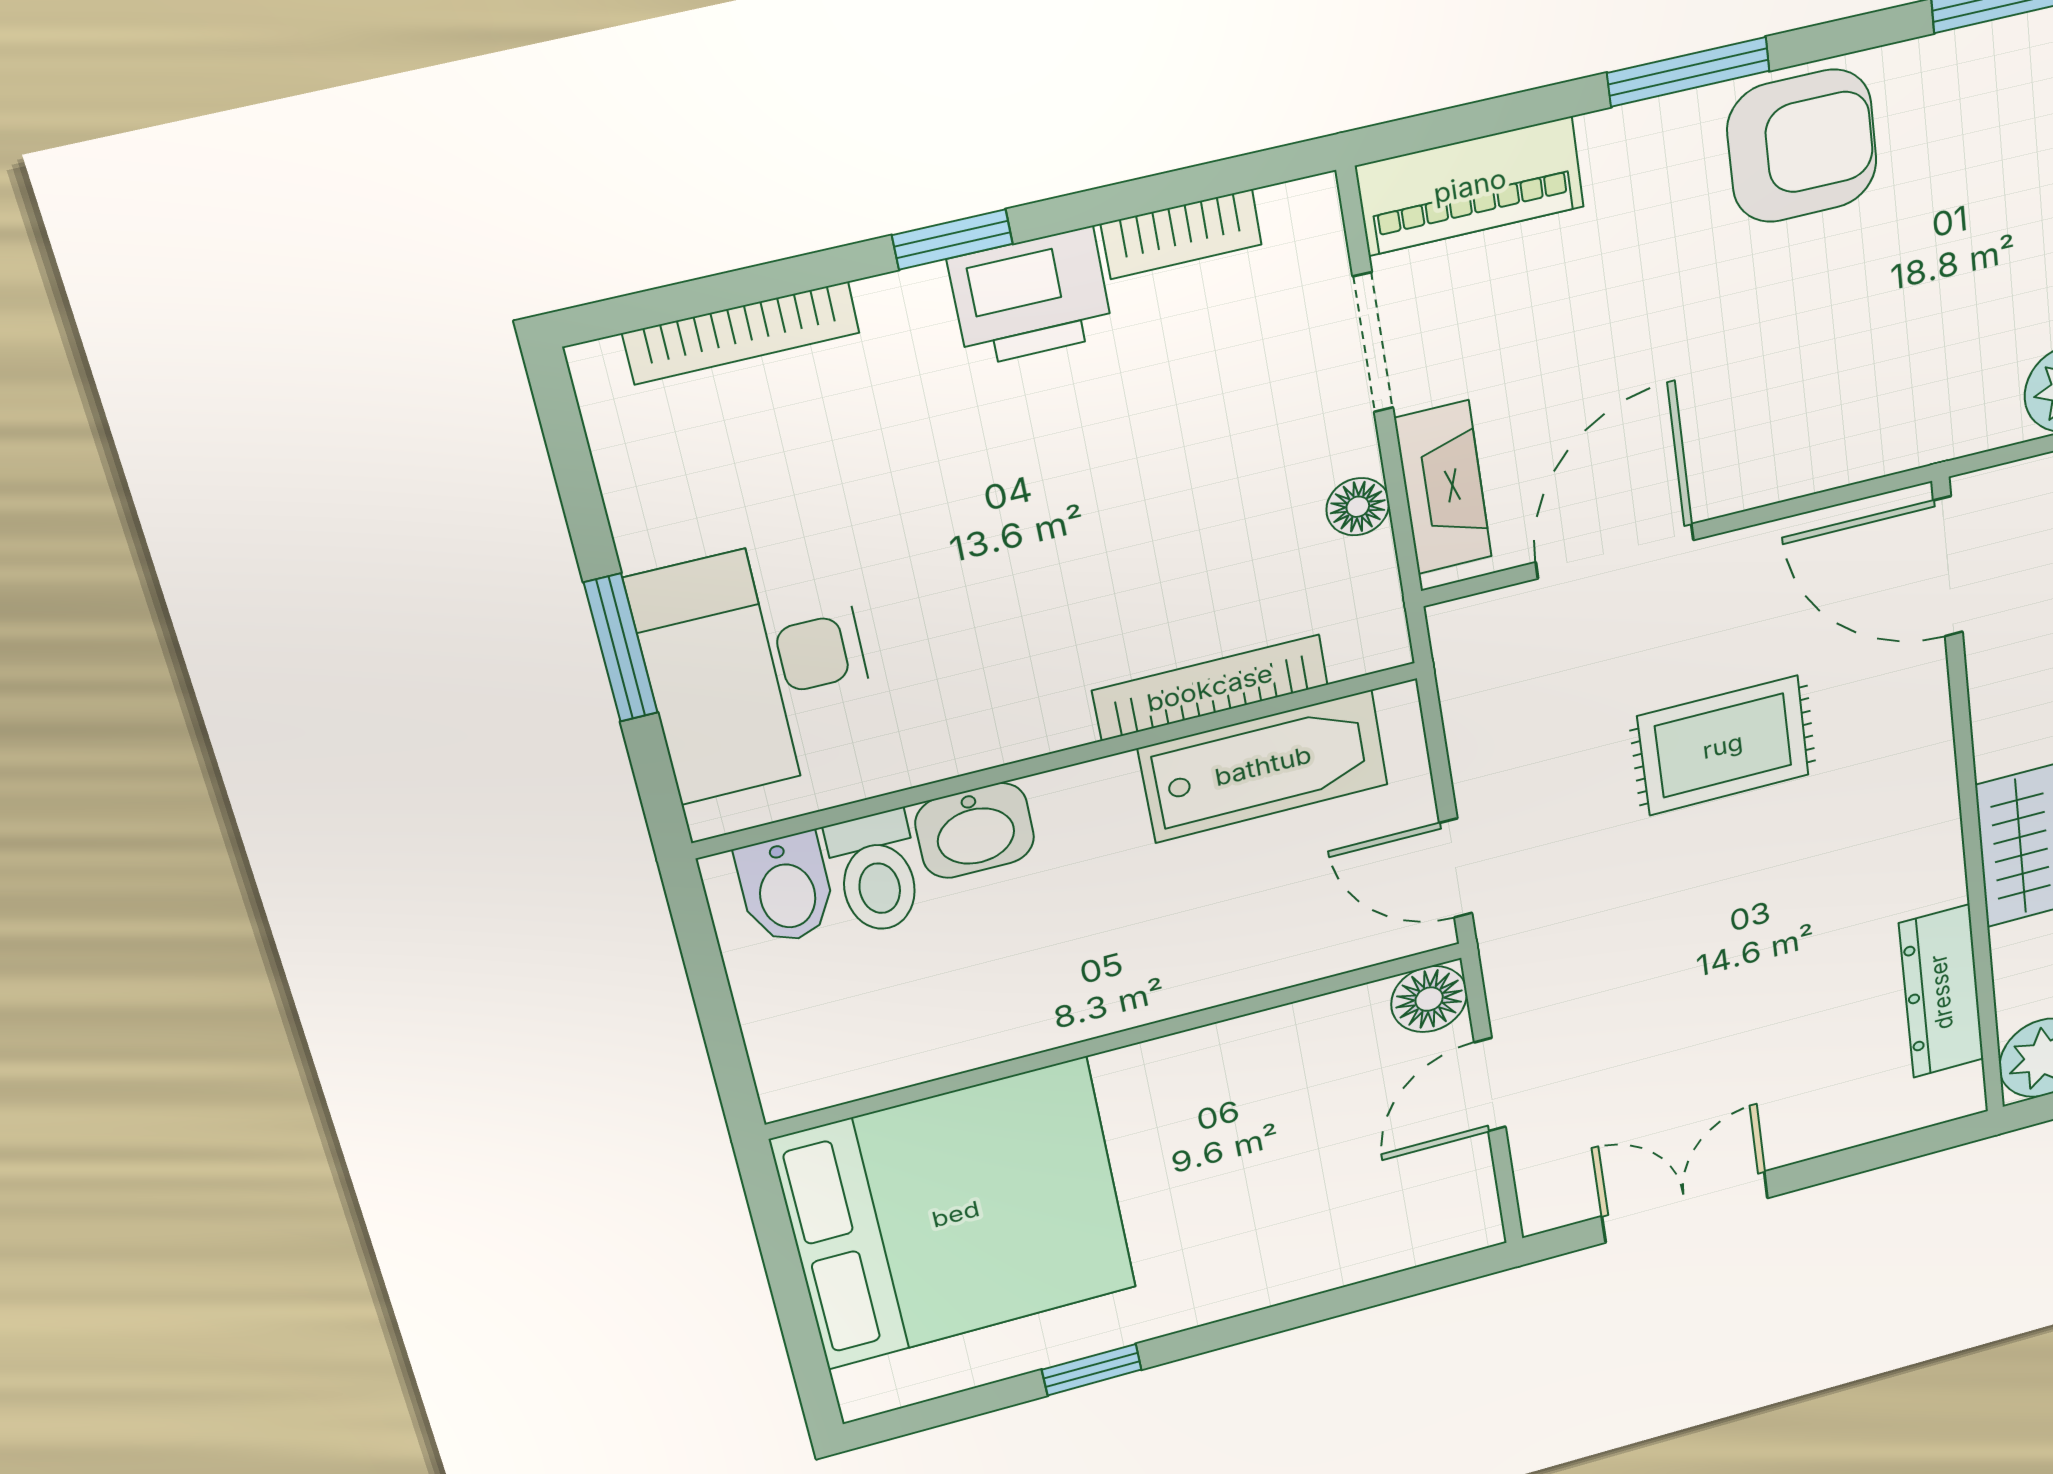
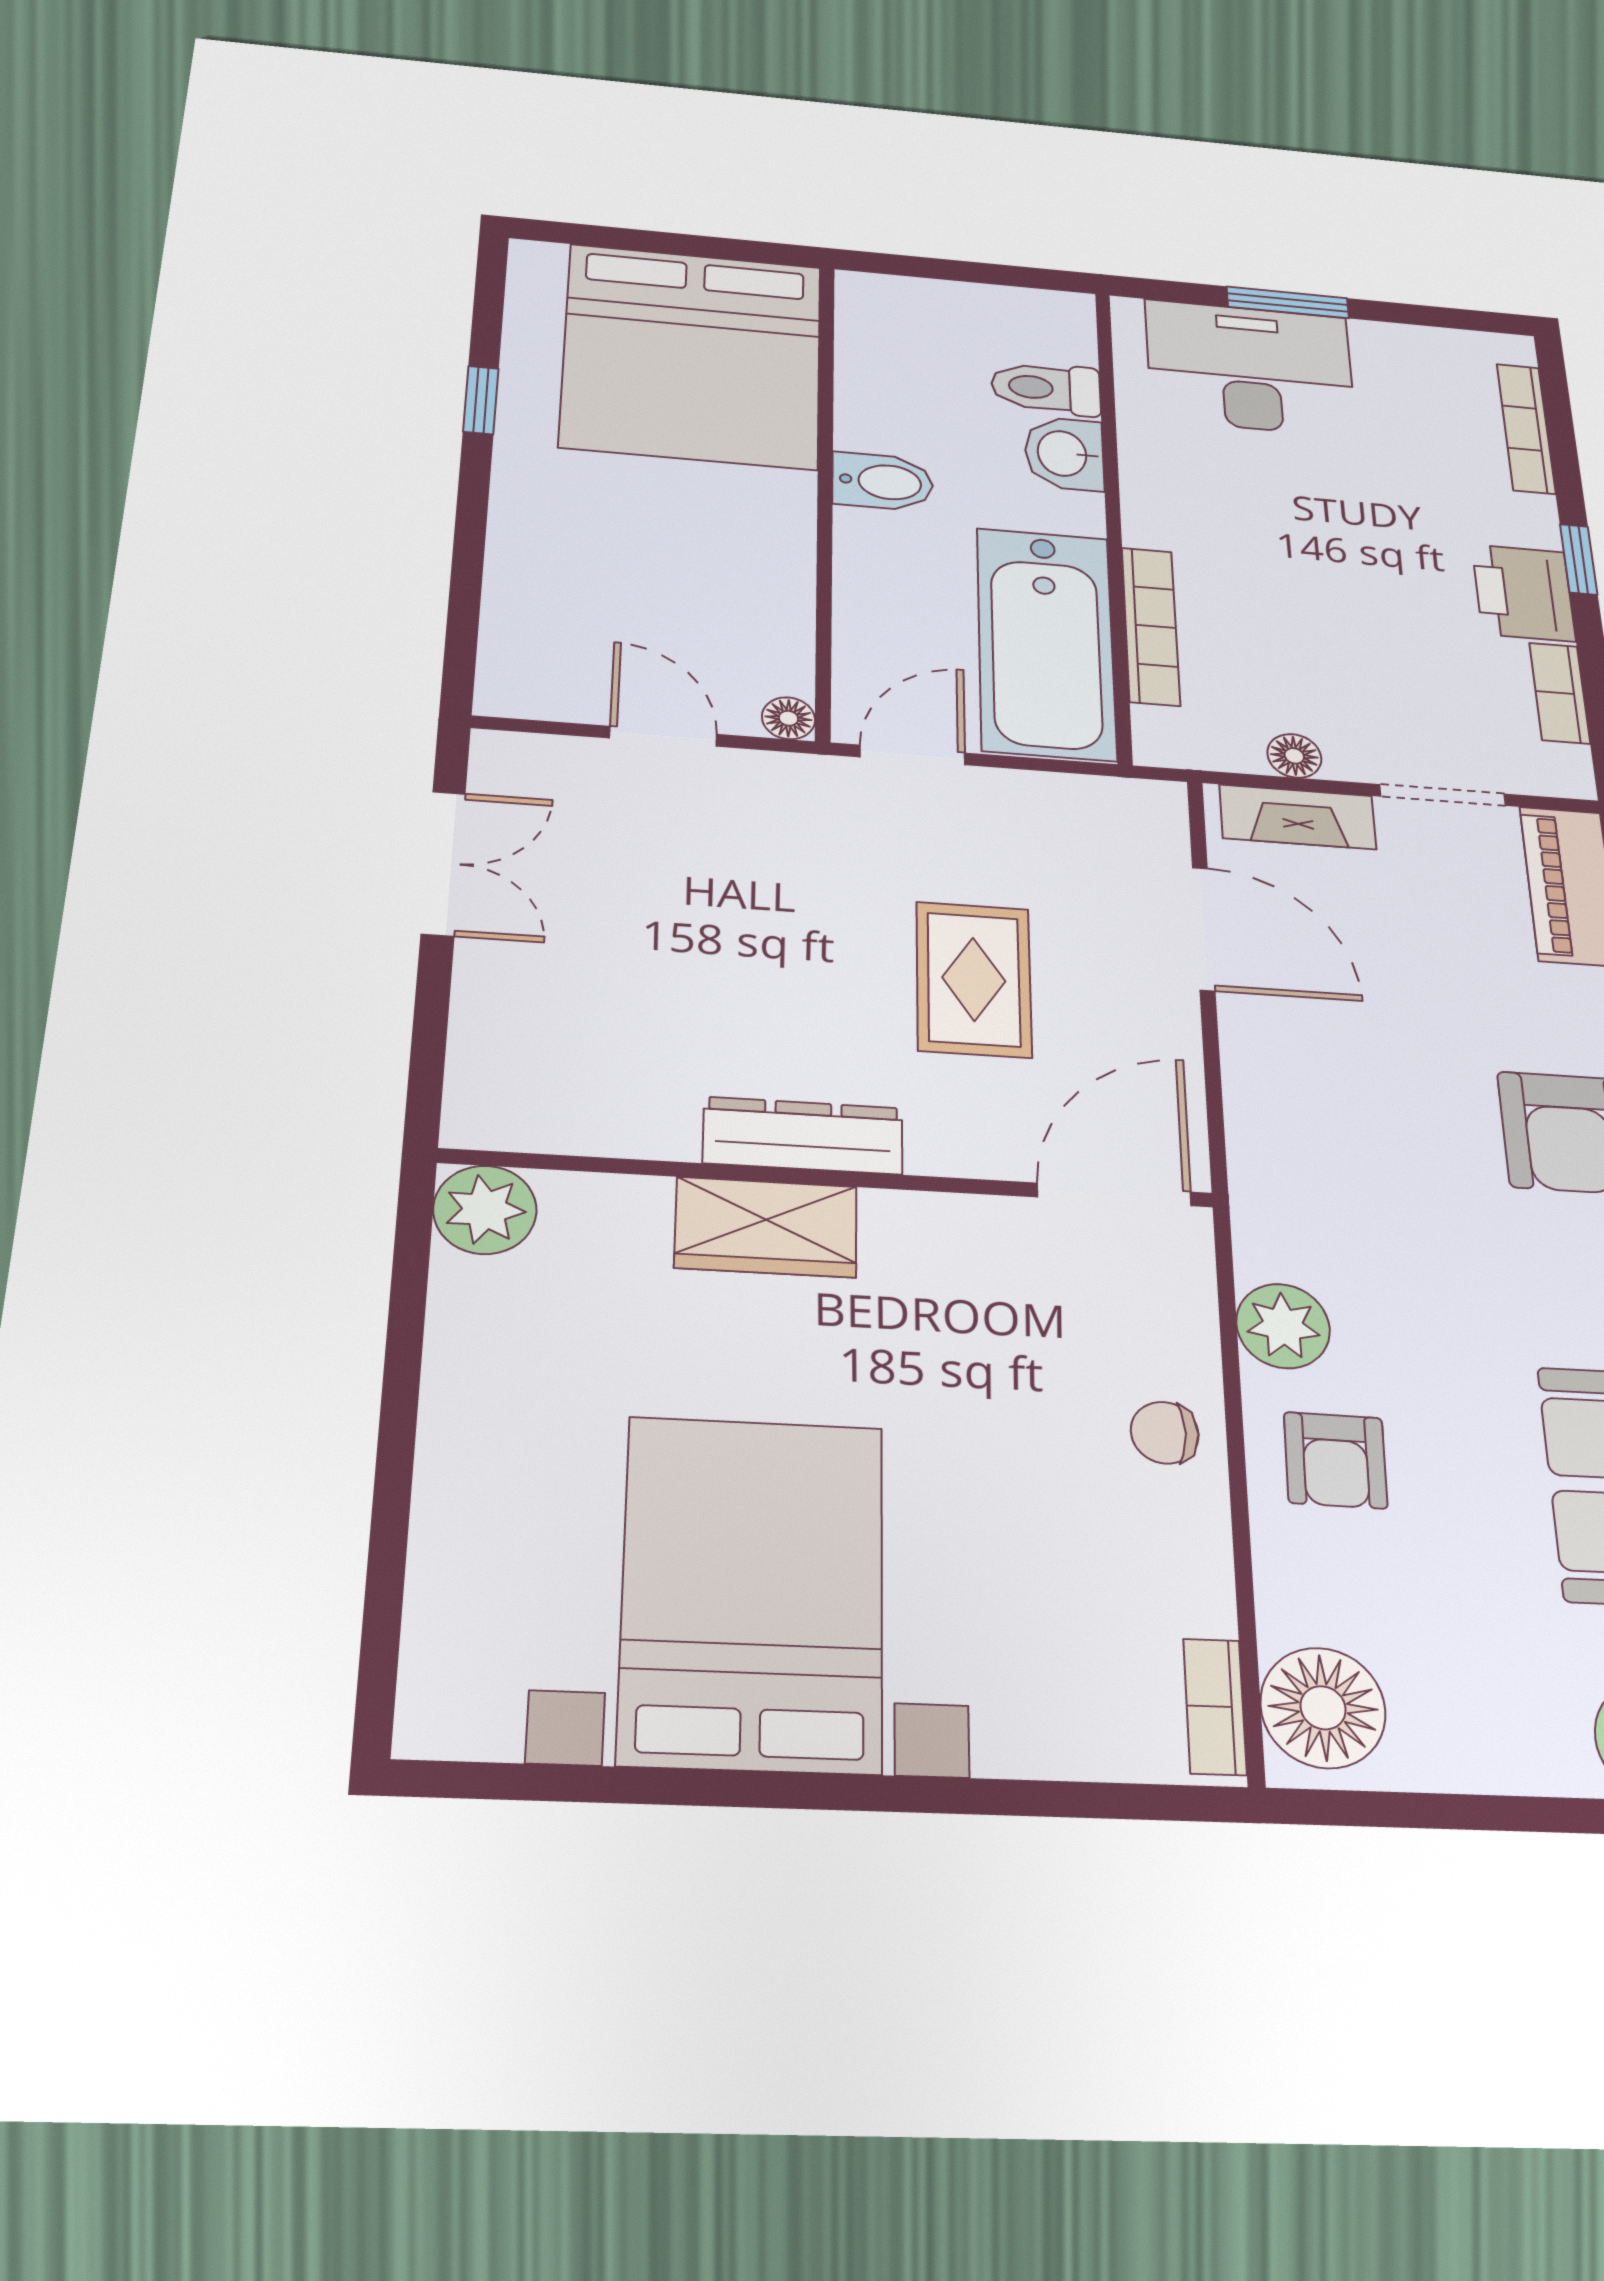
bathtub: (1263, 766) -> (1046, 643), width x1.36, depth x1.36
bidet: (786, 889) -> (883, 482), moved, turned 180
dresser: (1941, 992) -> (803, 1136), moved
floor lamp: (1429, 999) -> (788, 718), width x0.73, depth x0.73

